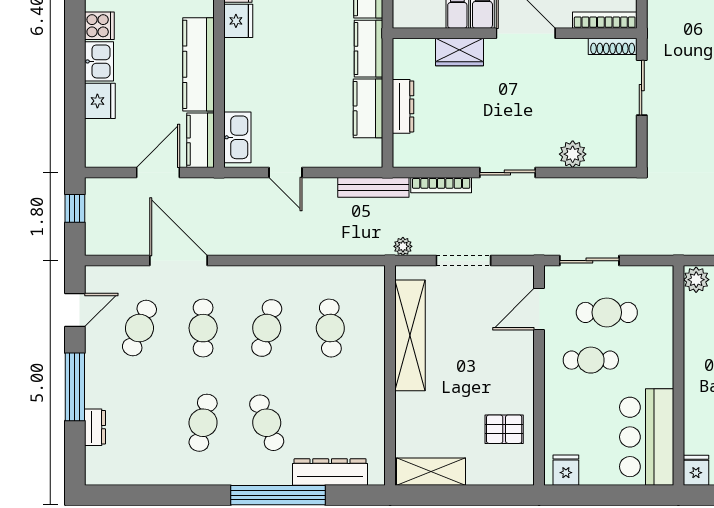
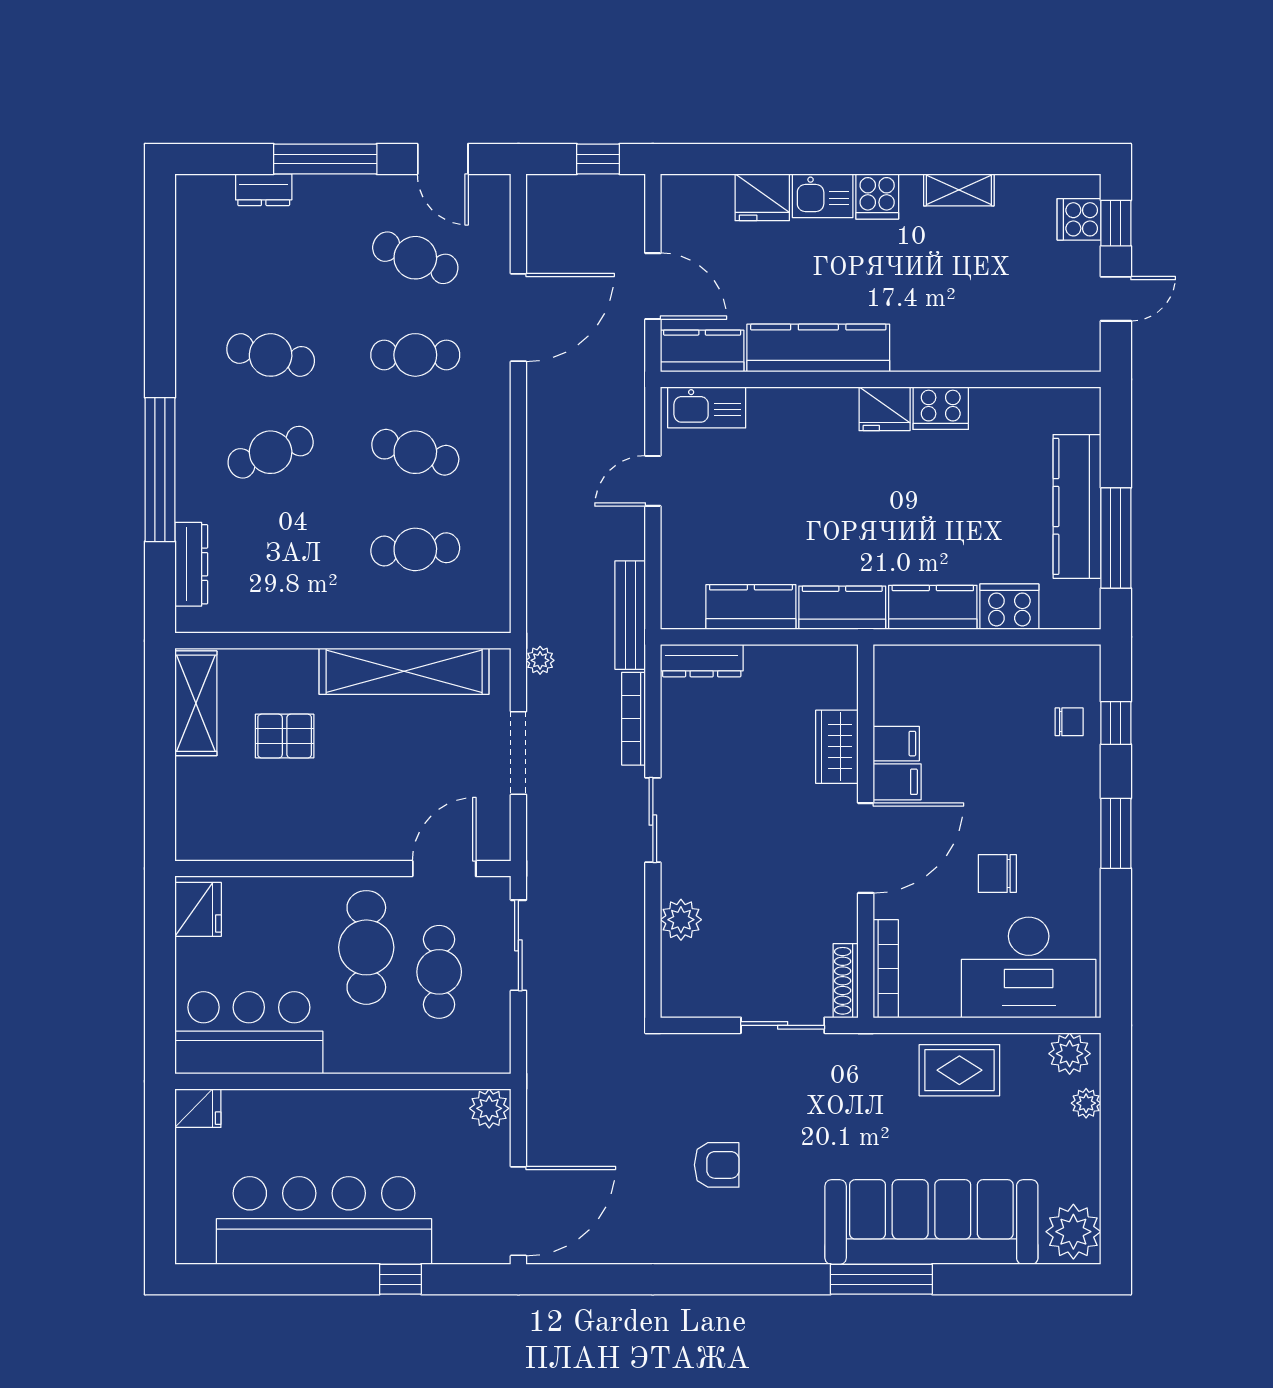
dresser: (403, 106) -> (702, 661), moved
door: (539, 309) -> (444, 868), hinge flipped
cafe table: (591, 360) -> (366, 947), width x1.37, depth x1.35
pallet: (504, 429) -> (285, 736), moved, turned 90
fridge: (566, 470) -> (198, 909), width x1.38
dresser: (330, 472) -> (191, 564), width x0.73, depth x0.80

